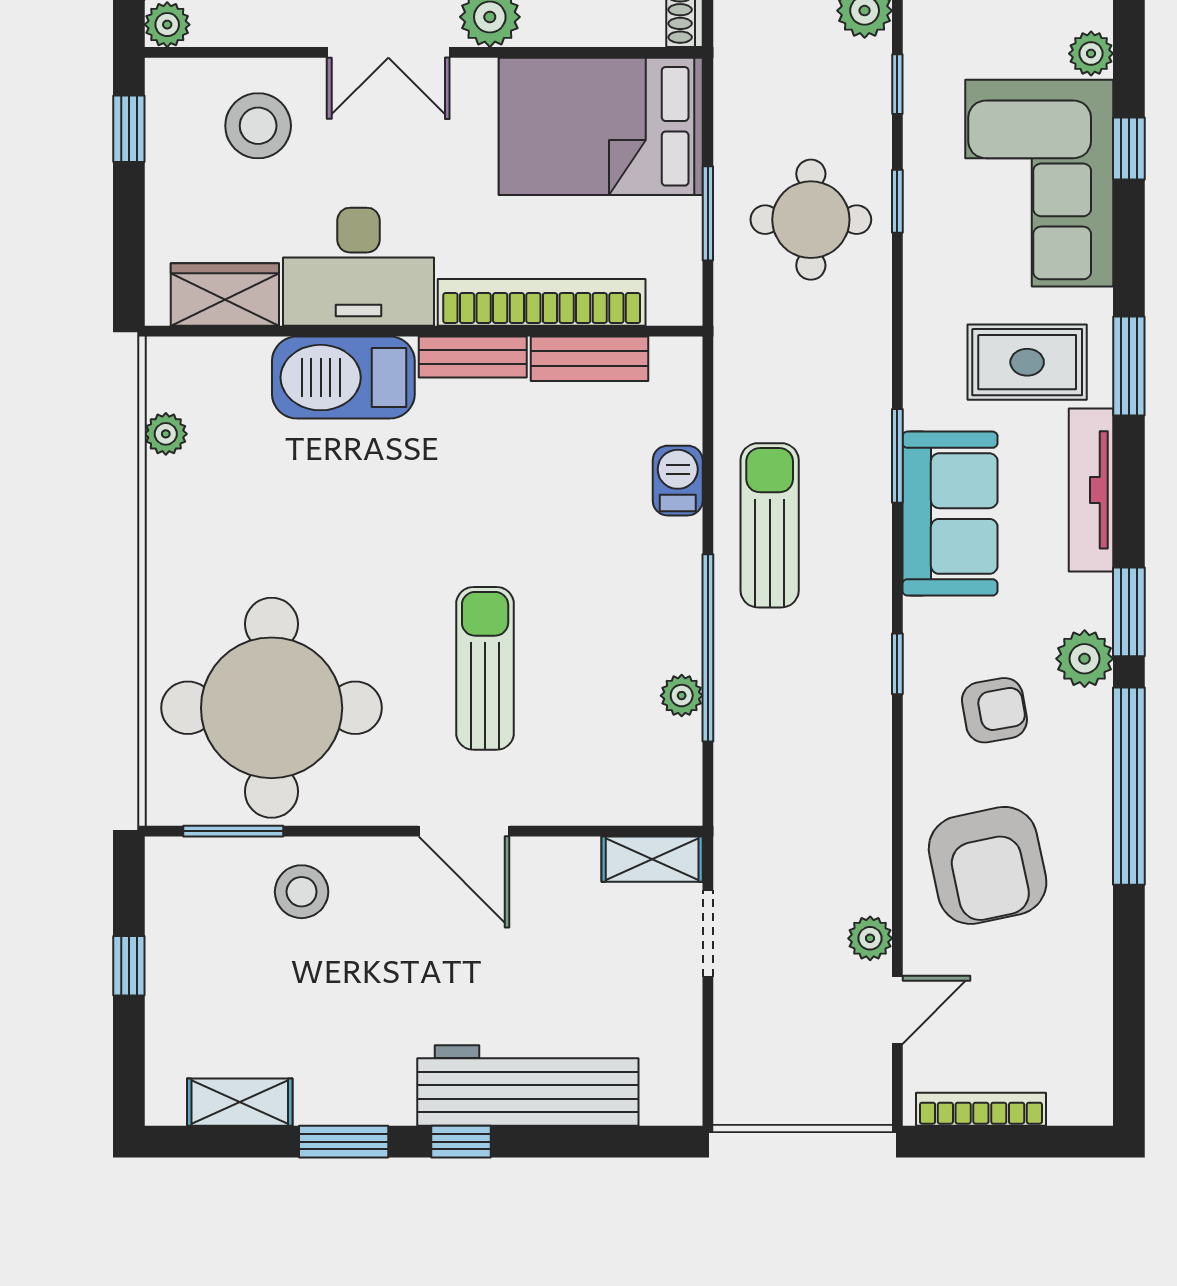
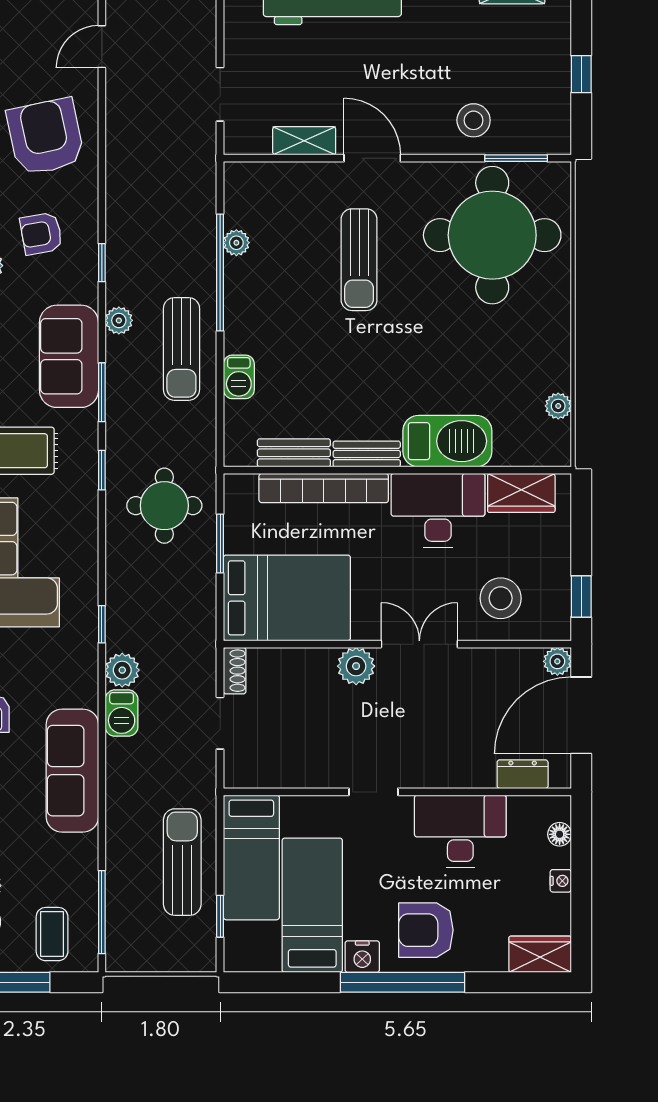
window: (897, 201) -> (102, 470), moved
round table: (811, 220) -> (164, 506), moved
shelving: (652, 859) -> (304, 141), moved
plant: (870, 938) -> (119, 320), moved

